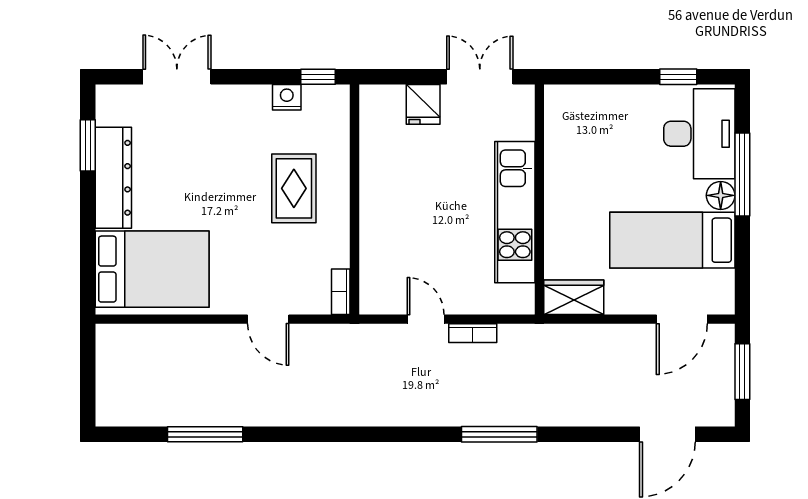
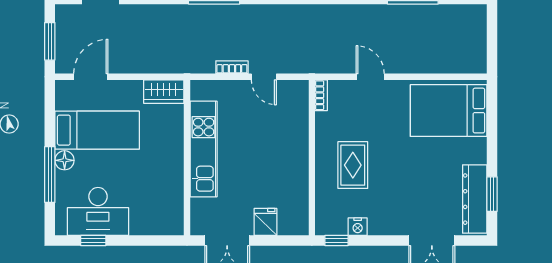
desk: (699, 134) -> (98, 211), moved, turned -90
dresser: (113, 178) -> (475, 199), moved

